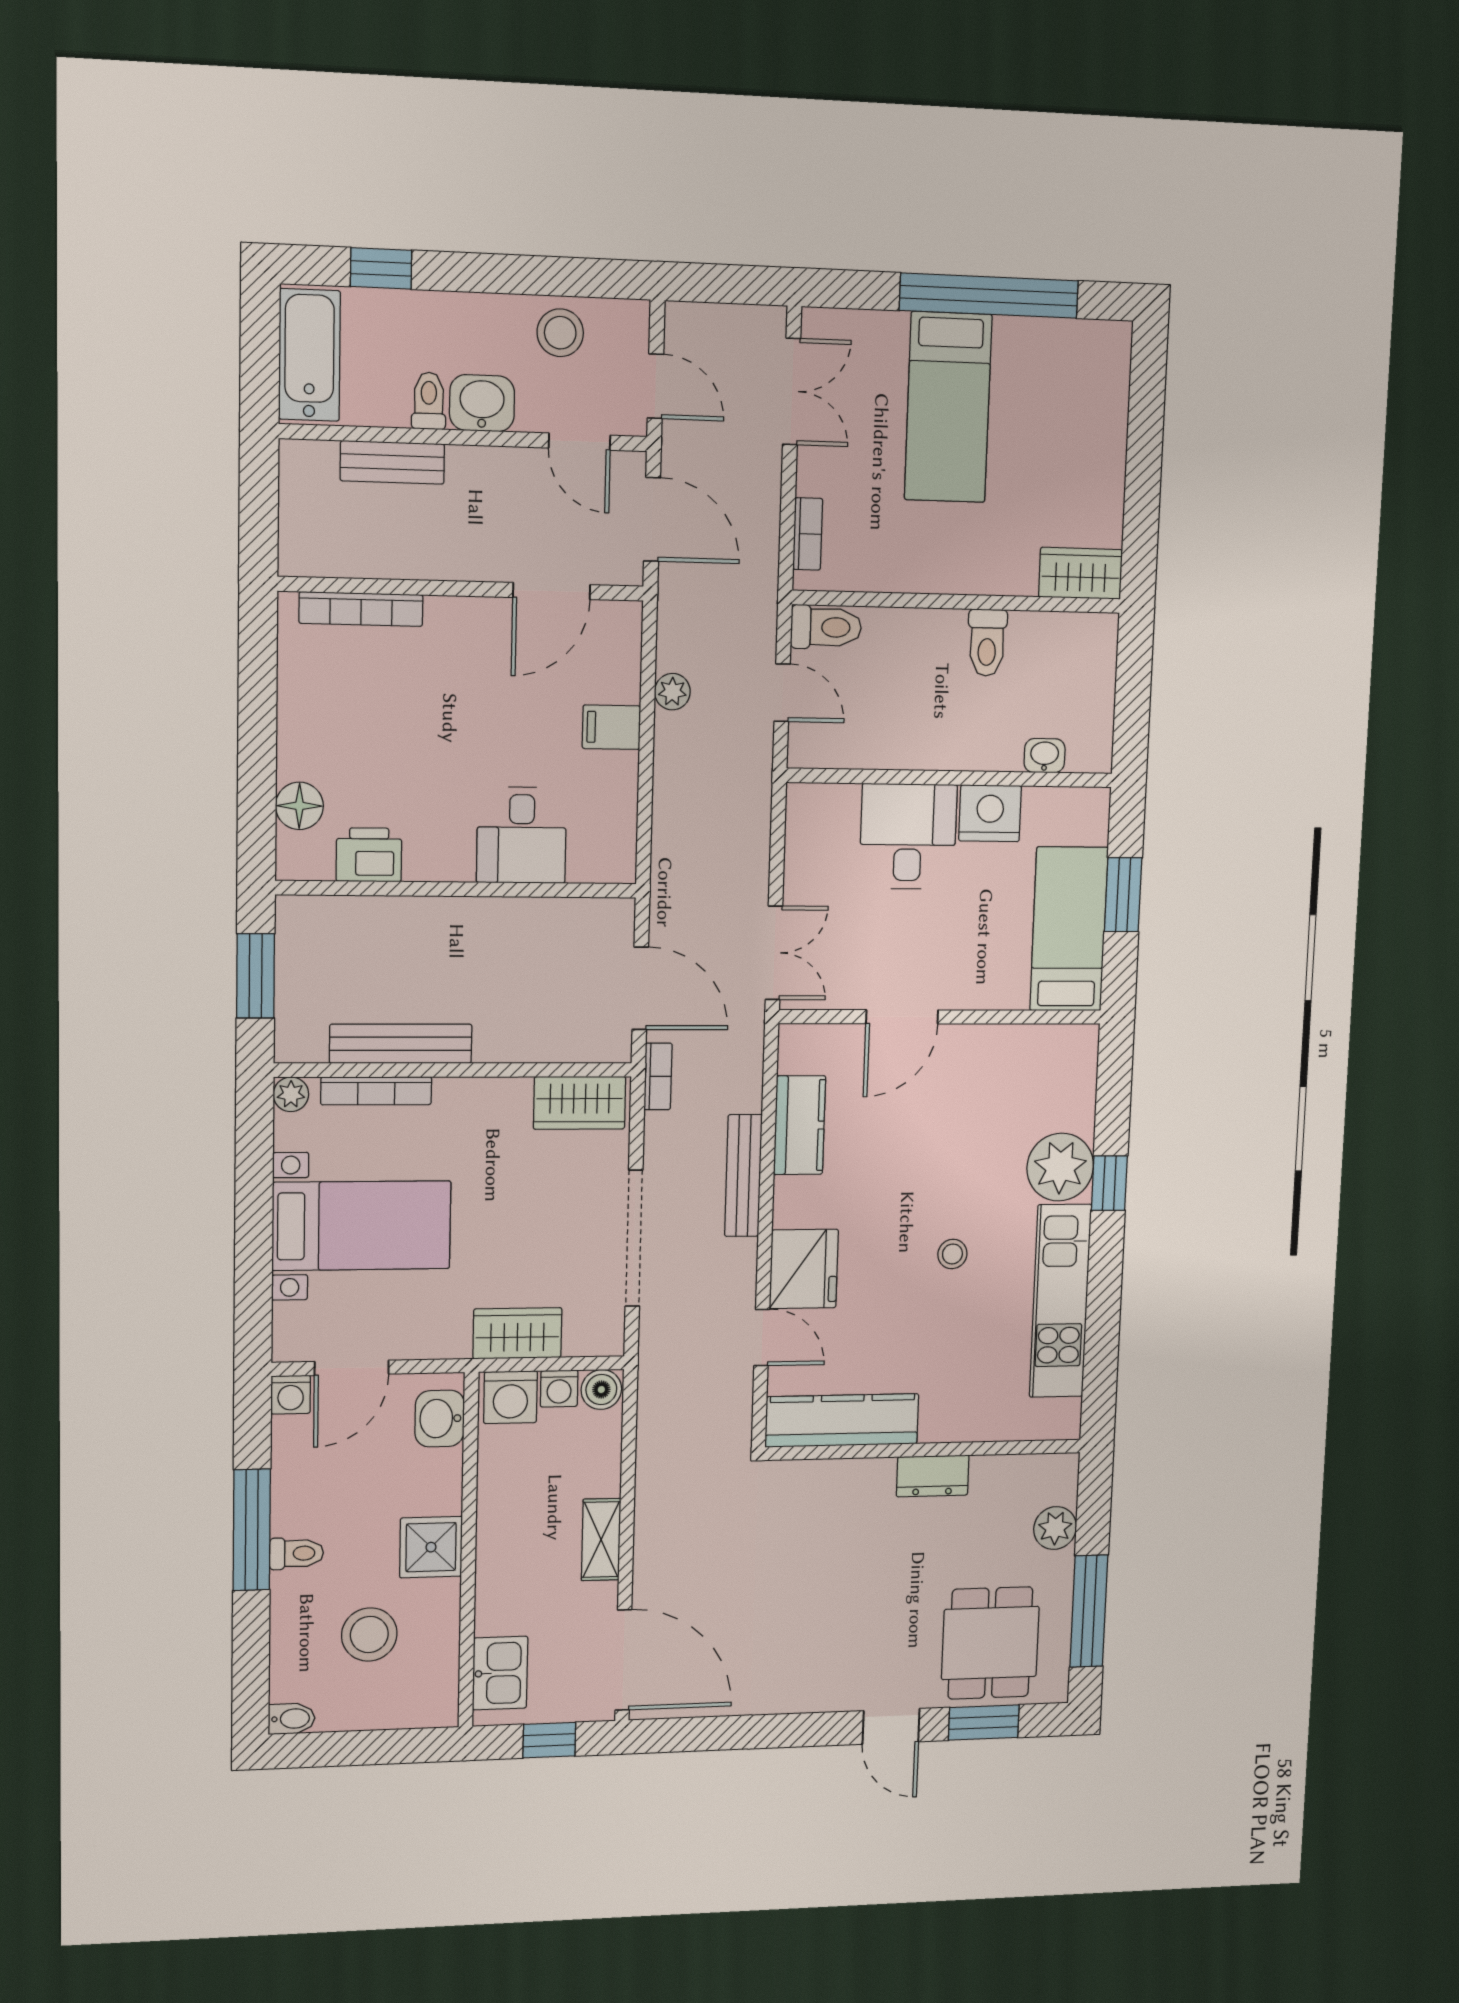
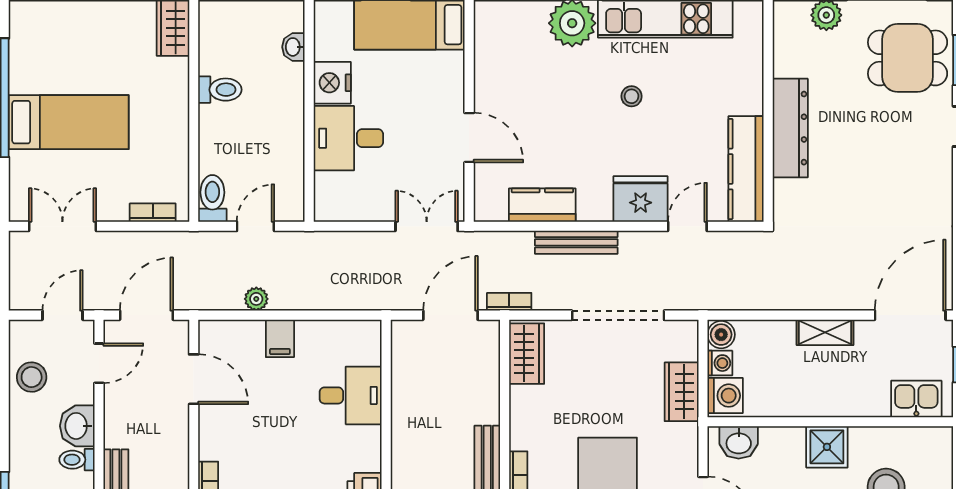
dresser: (933, 1476) -> (790, 128), width x1.96, depth x1.24

